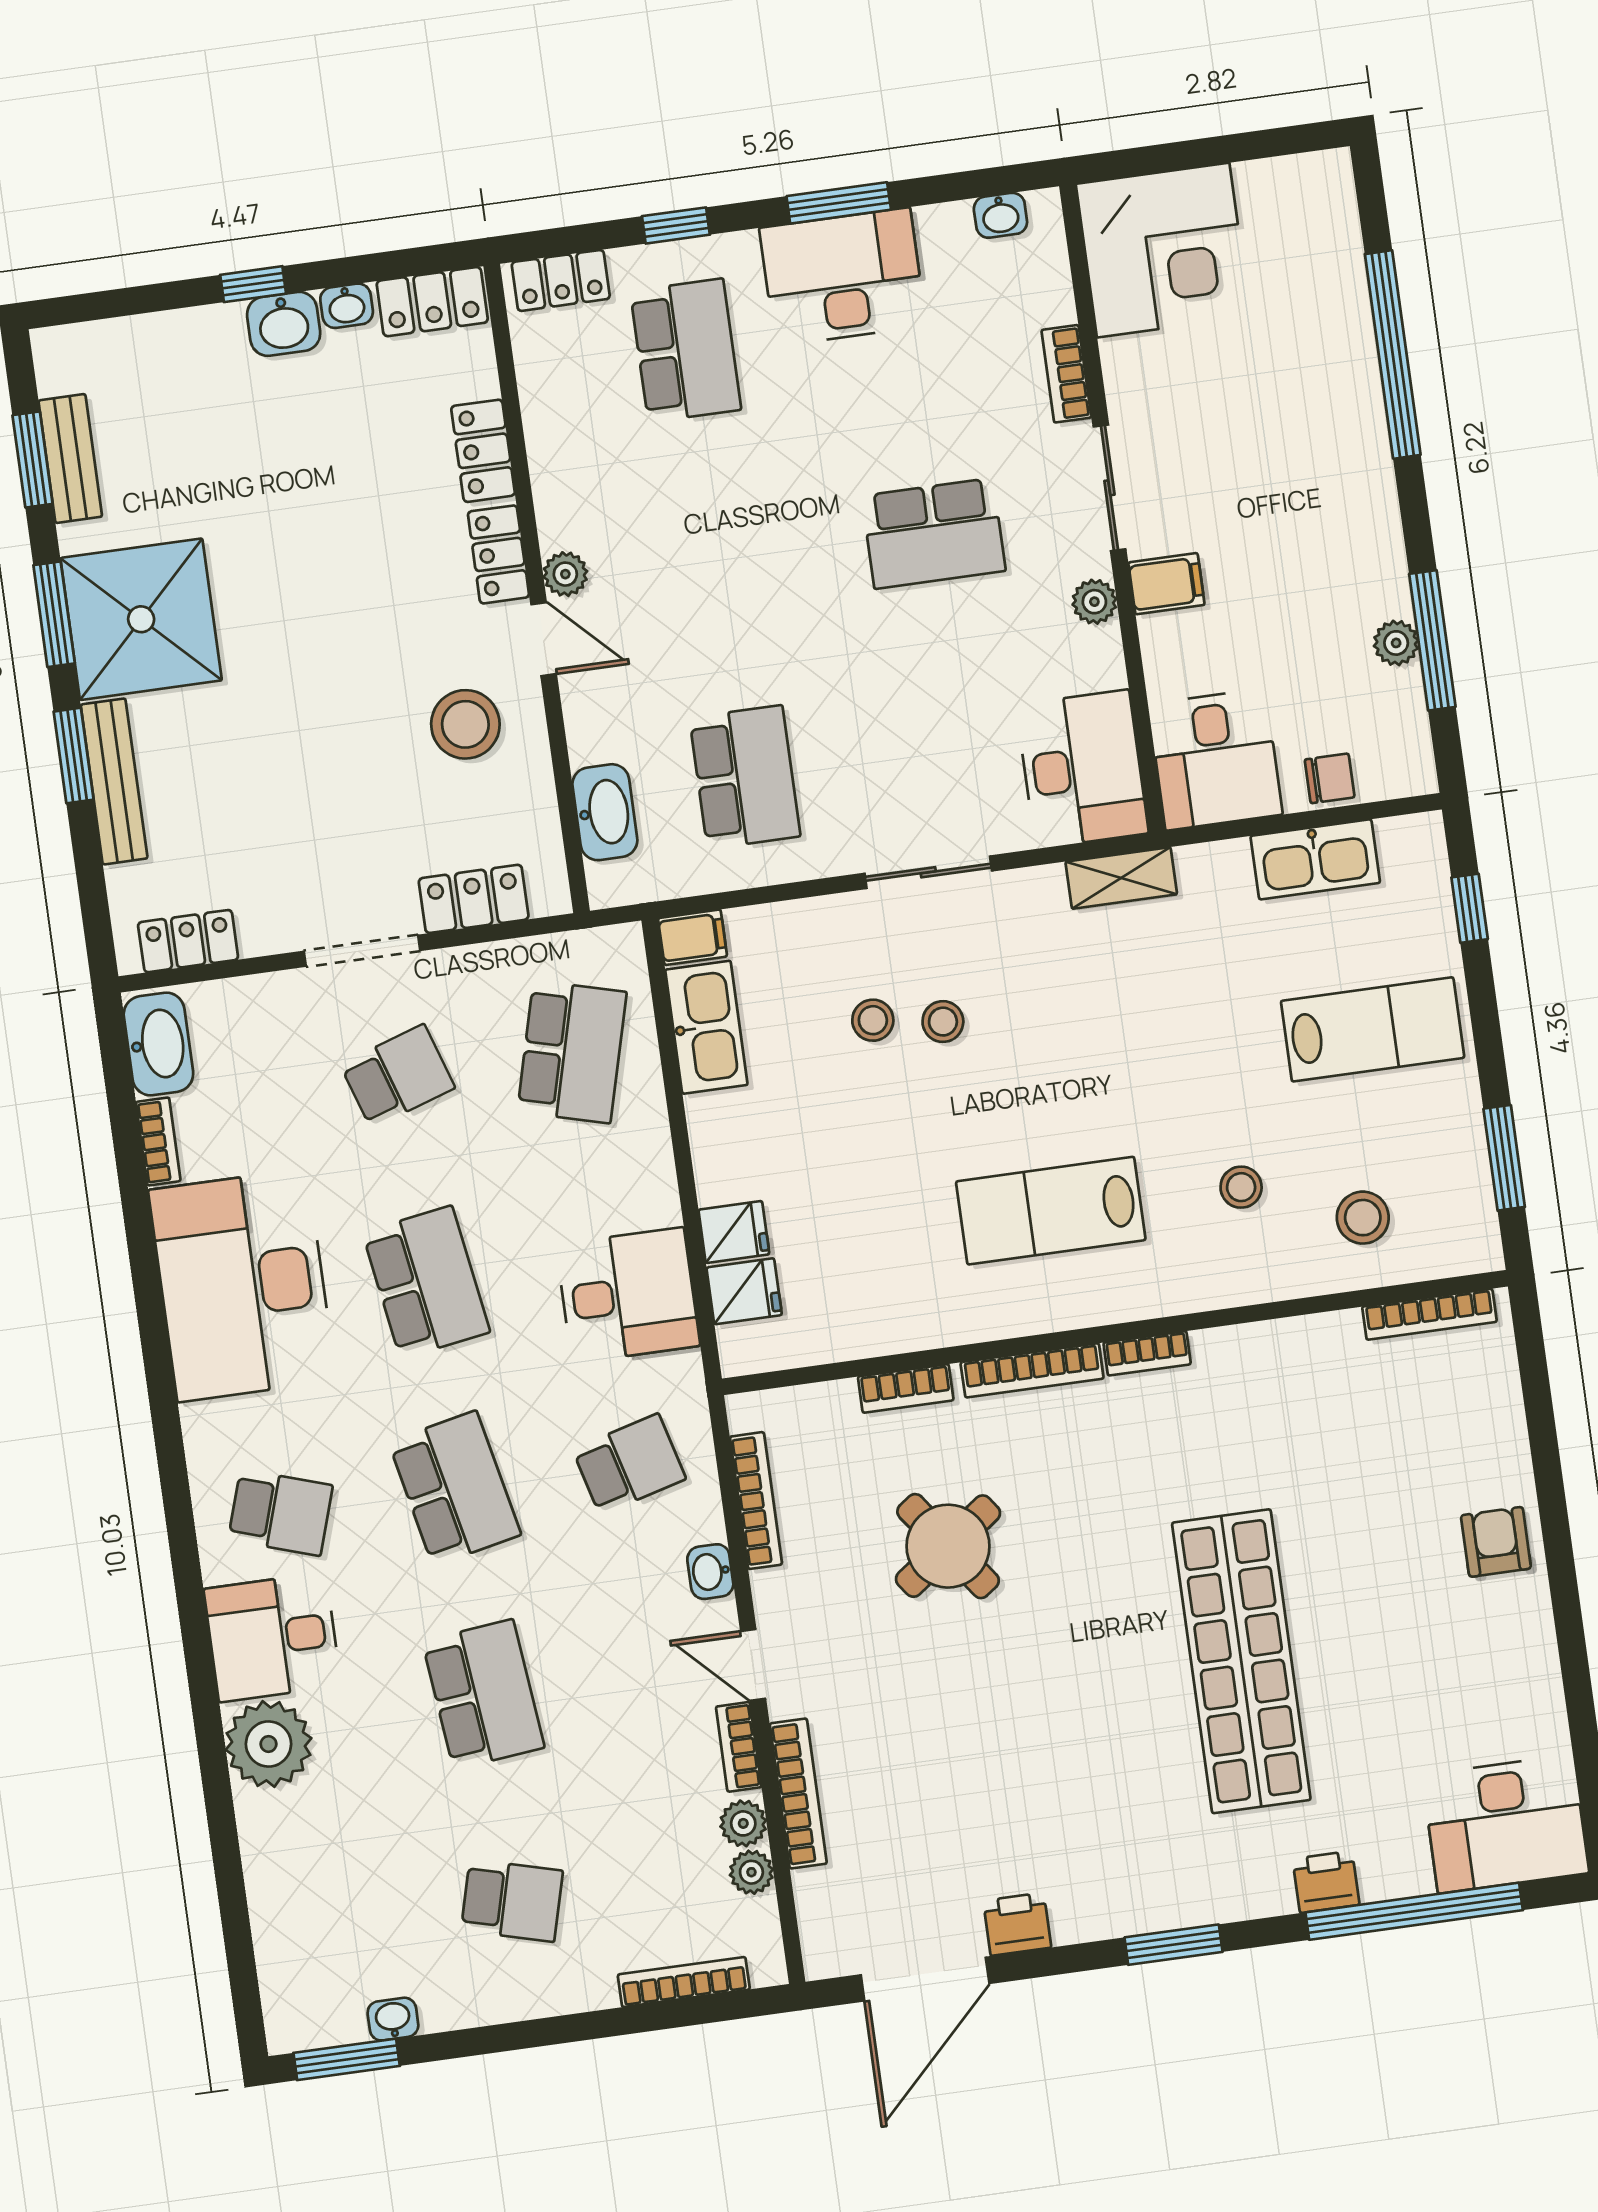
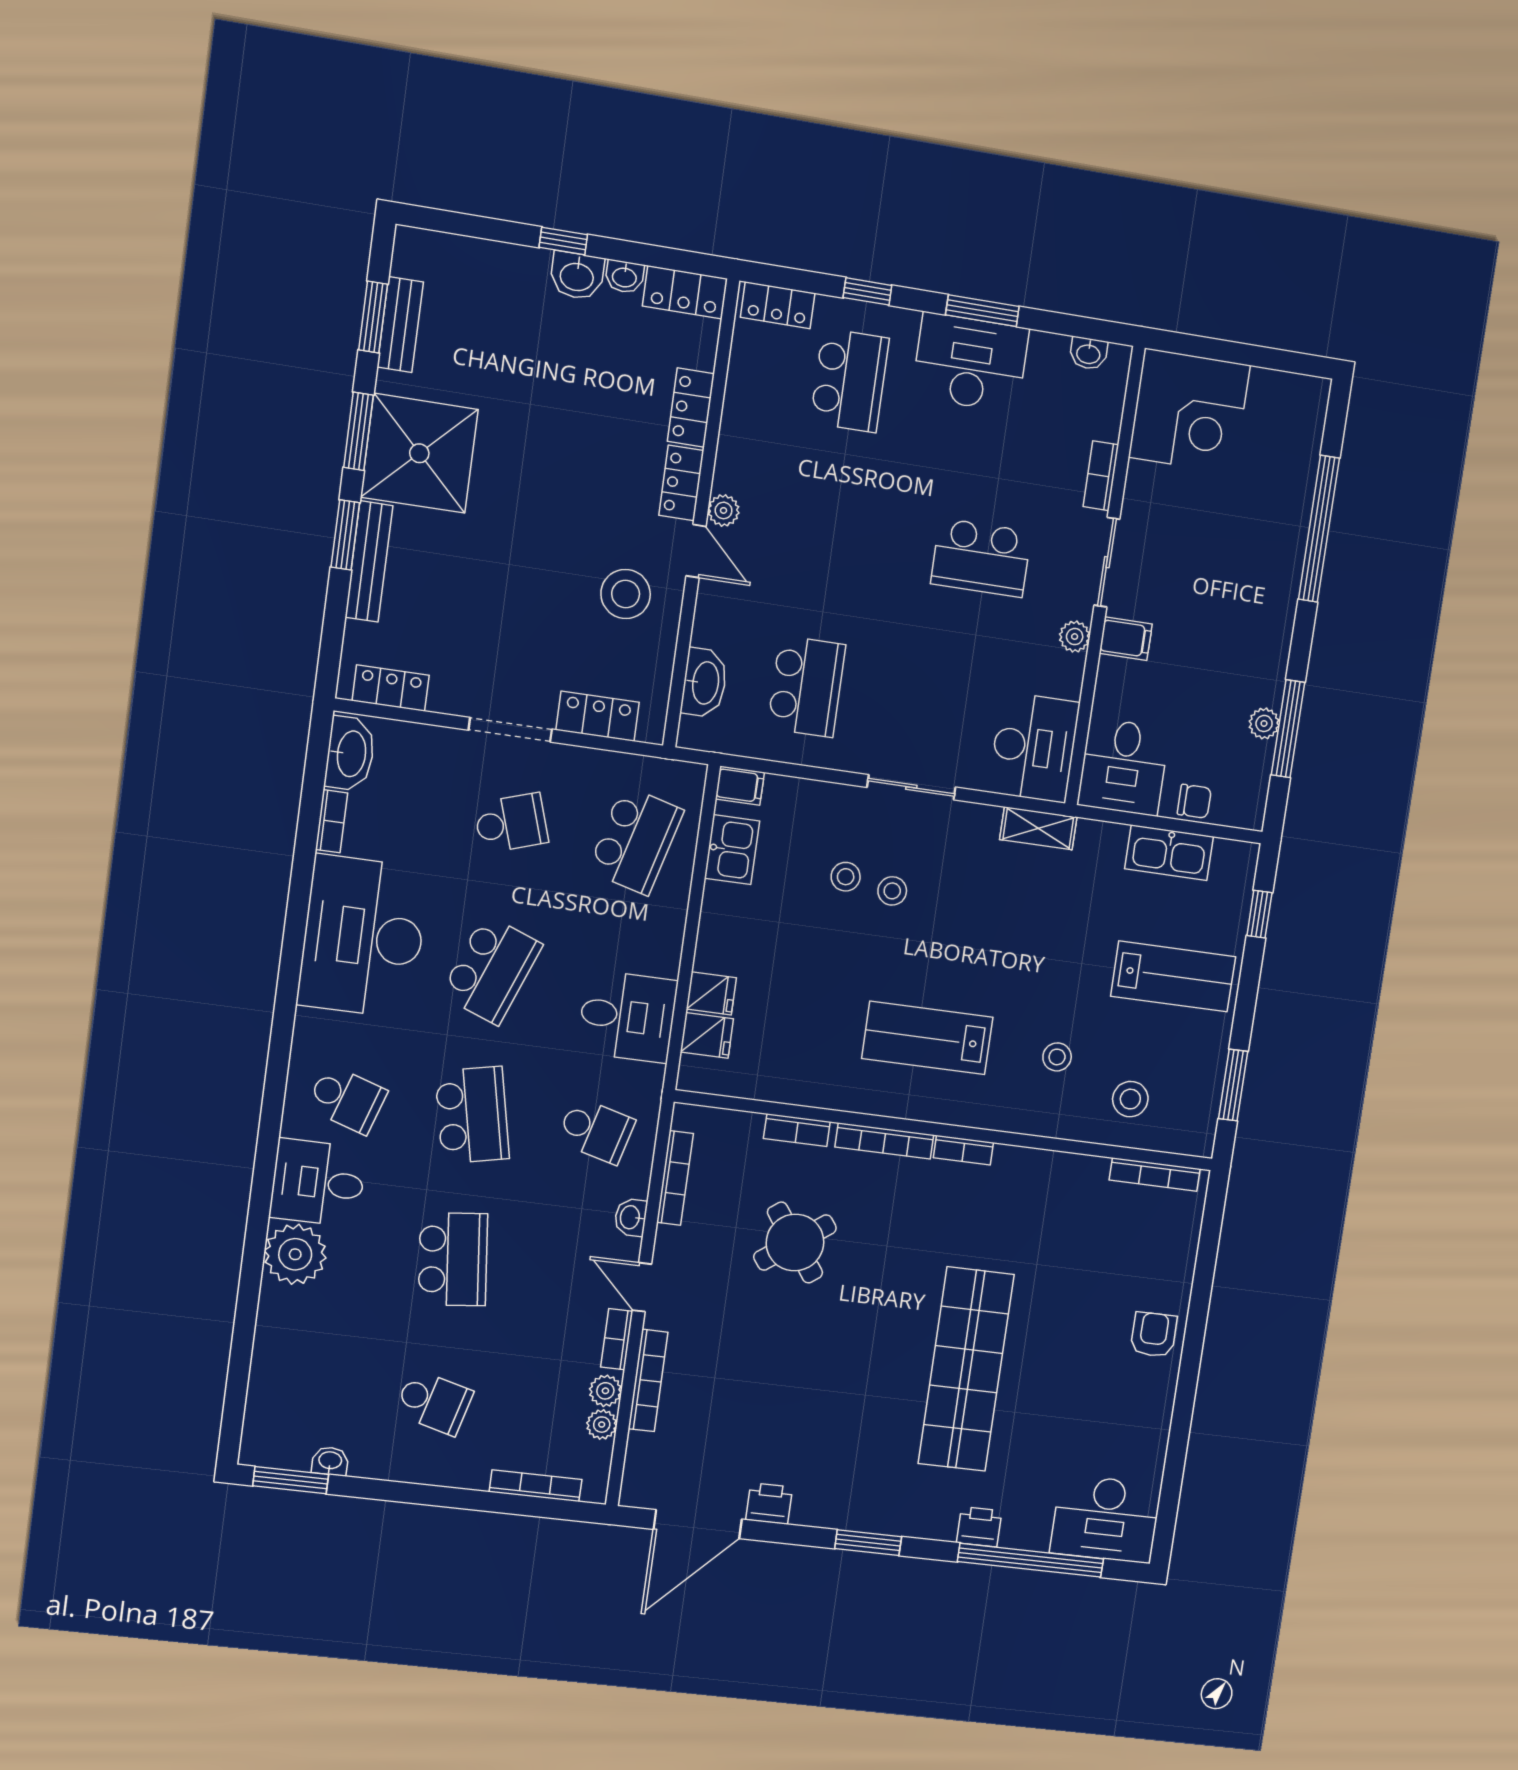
kitchen sink: (706, 1027) -> (732, 850), width x0.73
school desk: (426, 1282) -> (491, 970), turned 30
school desk: (629, 1464) -> (596, 1131), turned 30

